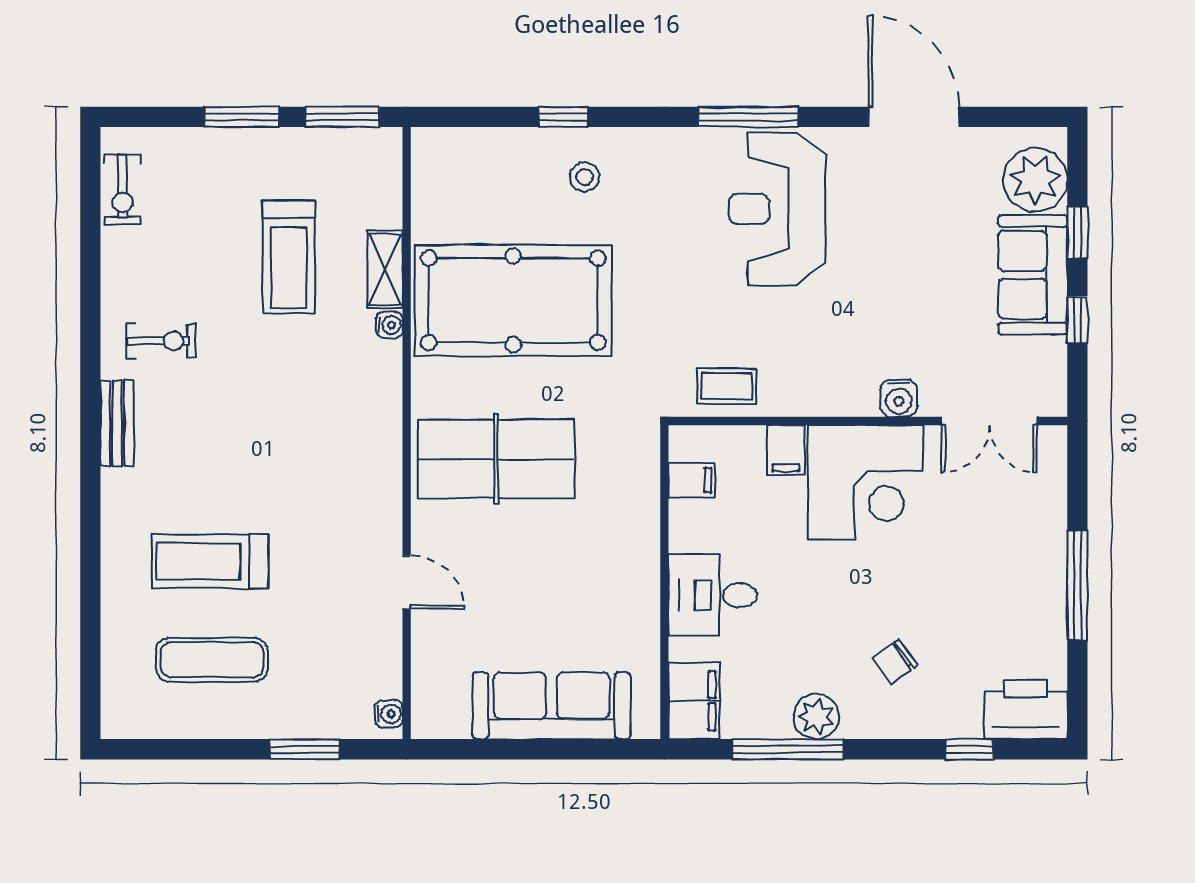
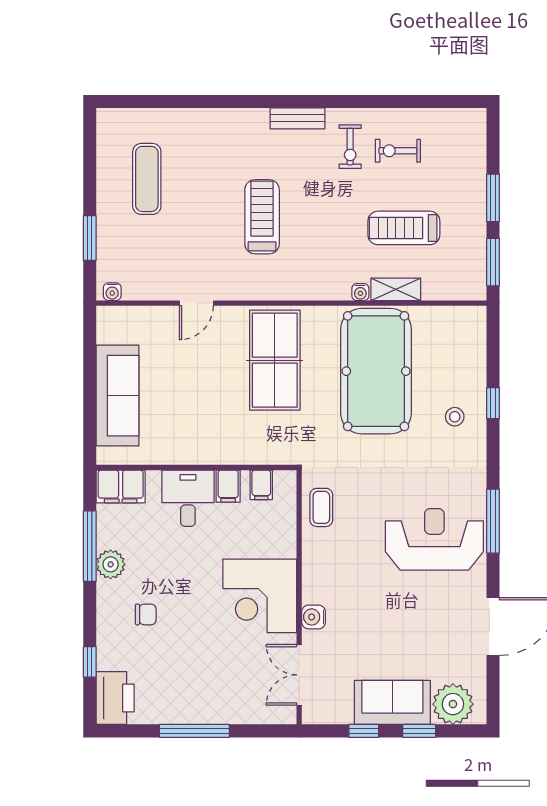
exercise bike: (122, 190) -> (398, 151), moved
filing cabinet: (786, 450) -> (228, 486), moved, turned -90
treadmill: (210, 561) -> (262, 217), moved
chair: (895, 661) -> (146, 614), turned 125

